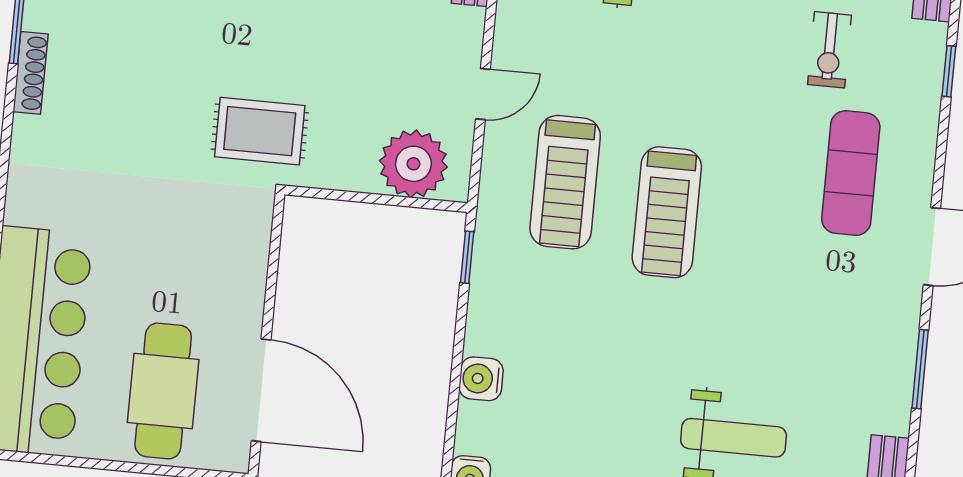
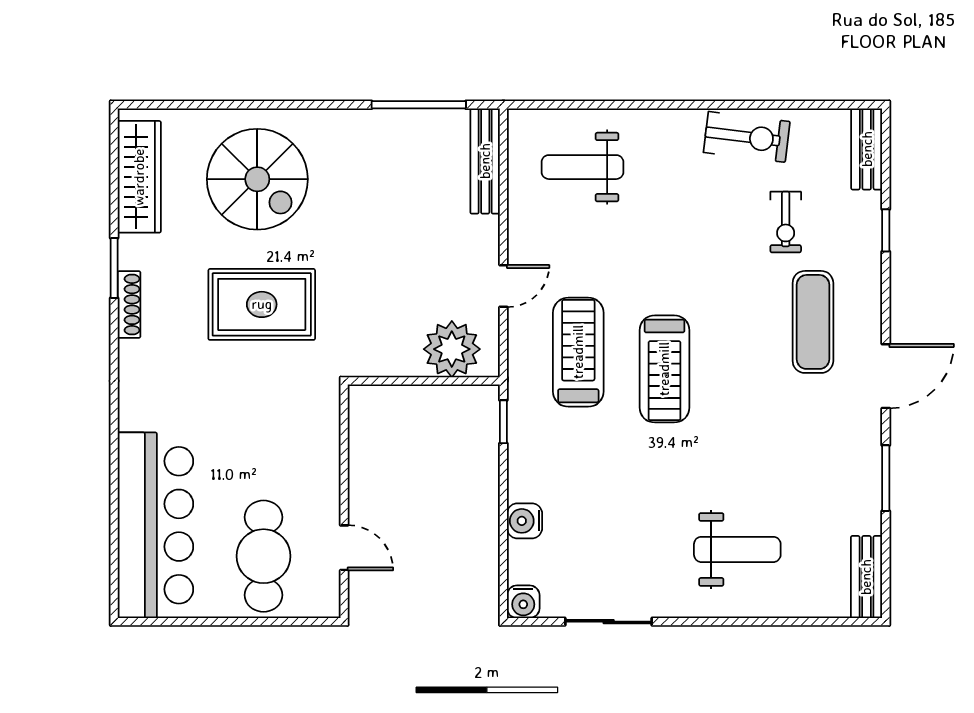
rug: (260, 131) -> (262, 304), moved, width x1.36, depth x1.43
treadmill: (565, 182) -> (578, 352), turned 180
door: (261, 390) -> (344, 548), width x0.53

